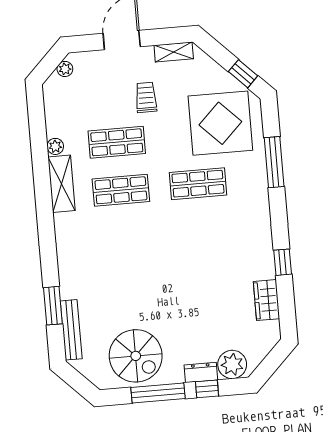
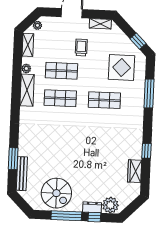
shelving: (53, 105) -> (28, 45), added
display table: (220, 123) -> (122, 68), width x0.73, depth x0.73

